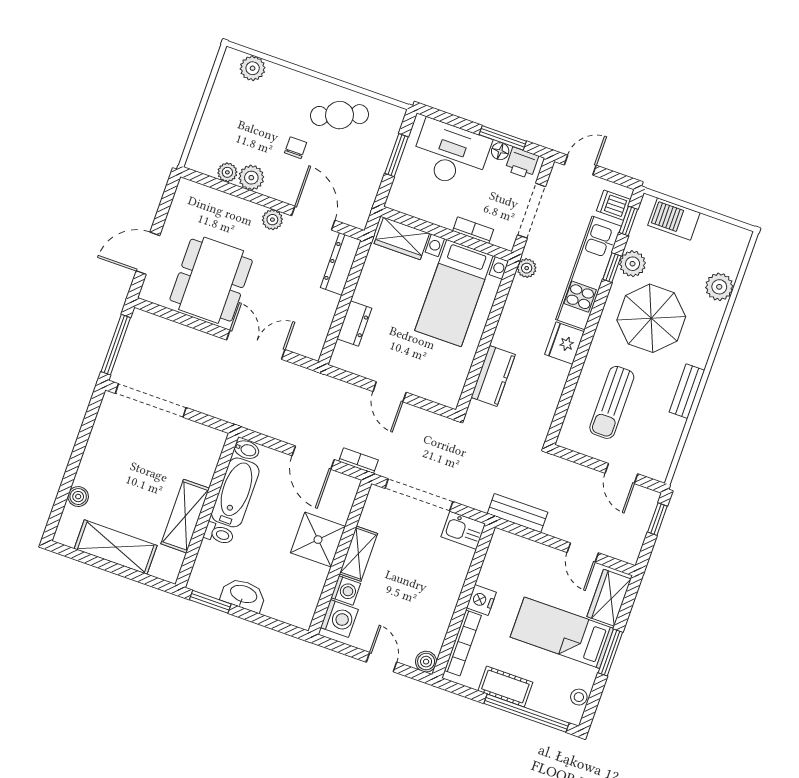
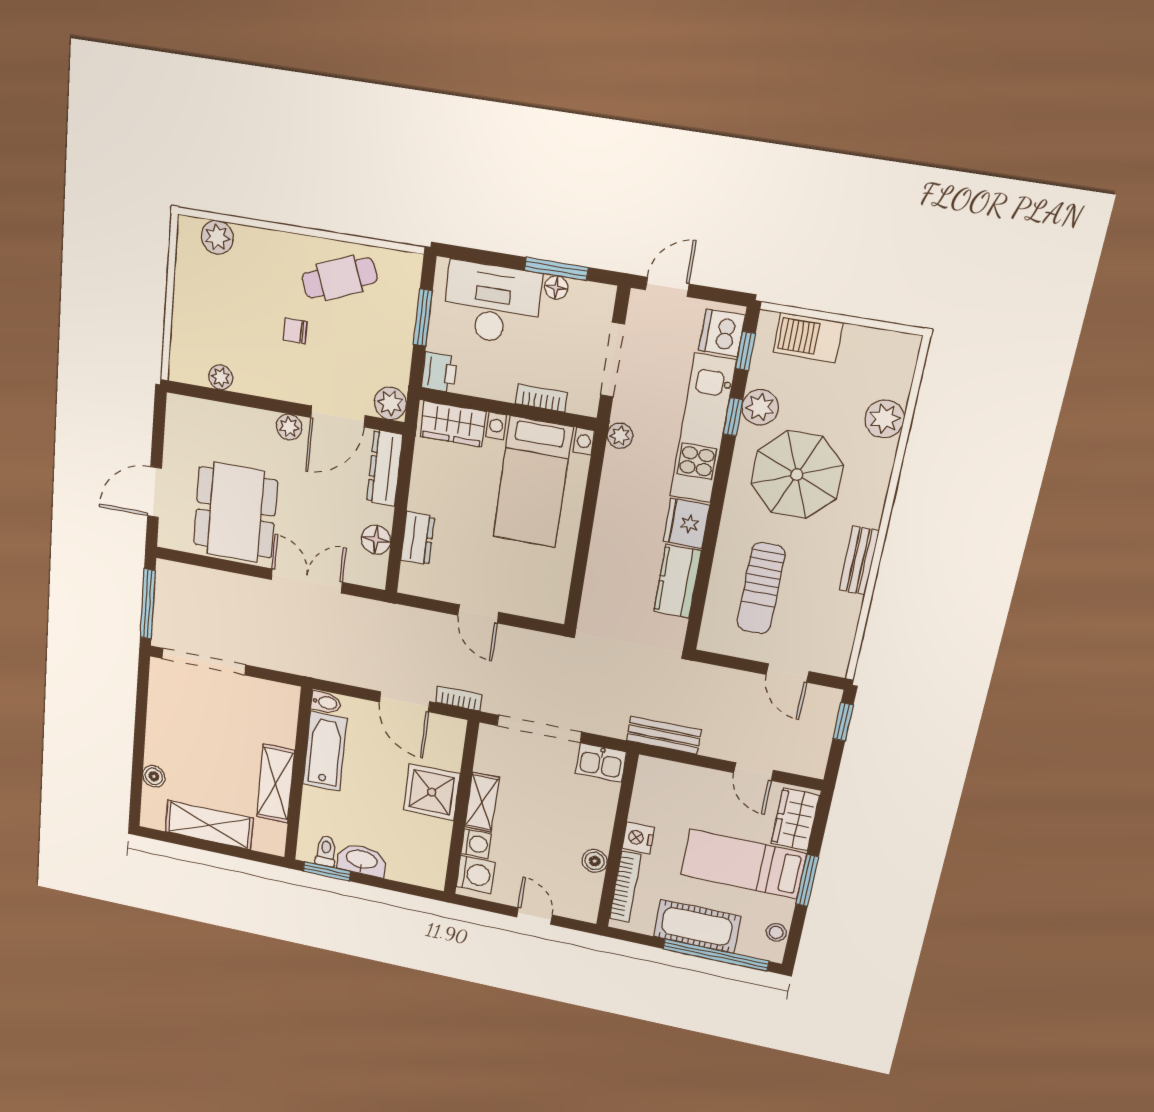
chair: (296, 148) -> (295, 331), turned -90
printer: (522, 163) -> (439, 372), moved, turned -90
plant: (251, 178) -> (390, 403), moved
dishwasher: (614, 205) -> (722, 333), width x1.38
door: (313, 218) -> (338, 417), swing flipped
floor lamp: (321, 320) -> (376, 540), added
kitchen counter: (493, 376) -> (677, 581), moved, turned 180
toilet: (219, 534) -> (326, 851), moved, turned -90
boiler: (426, 662) -> (595, 861), moved
cot: (505, 687) -> (697, 926), width x1.37, depth x1.34

